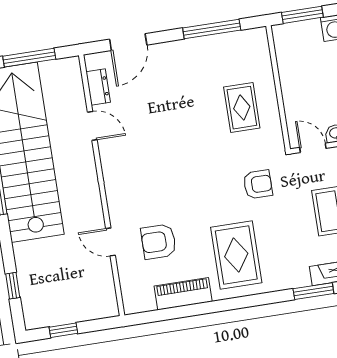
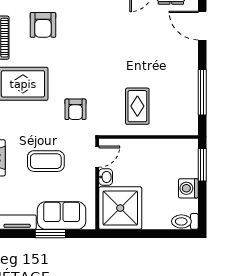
rug: (242, 108) -> (137, 106), turned 90
armchair: (159, 242) -> (43, 25), turned 180

